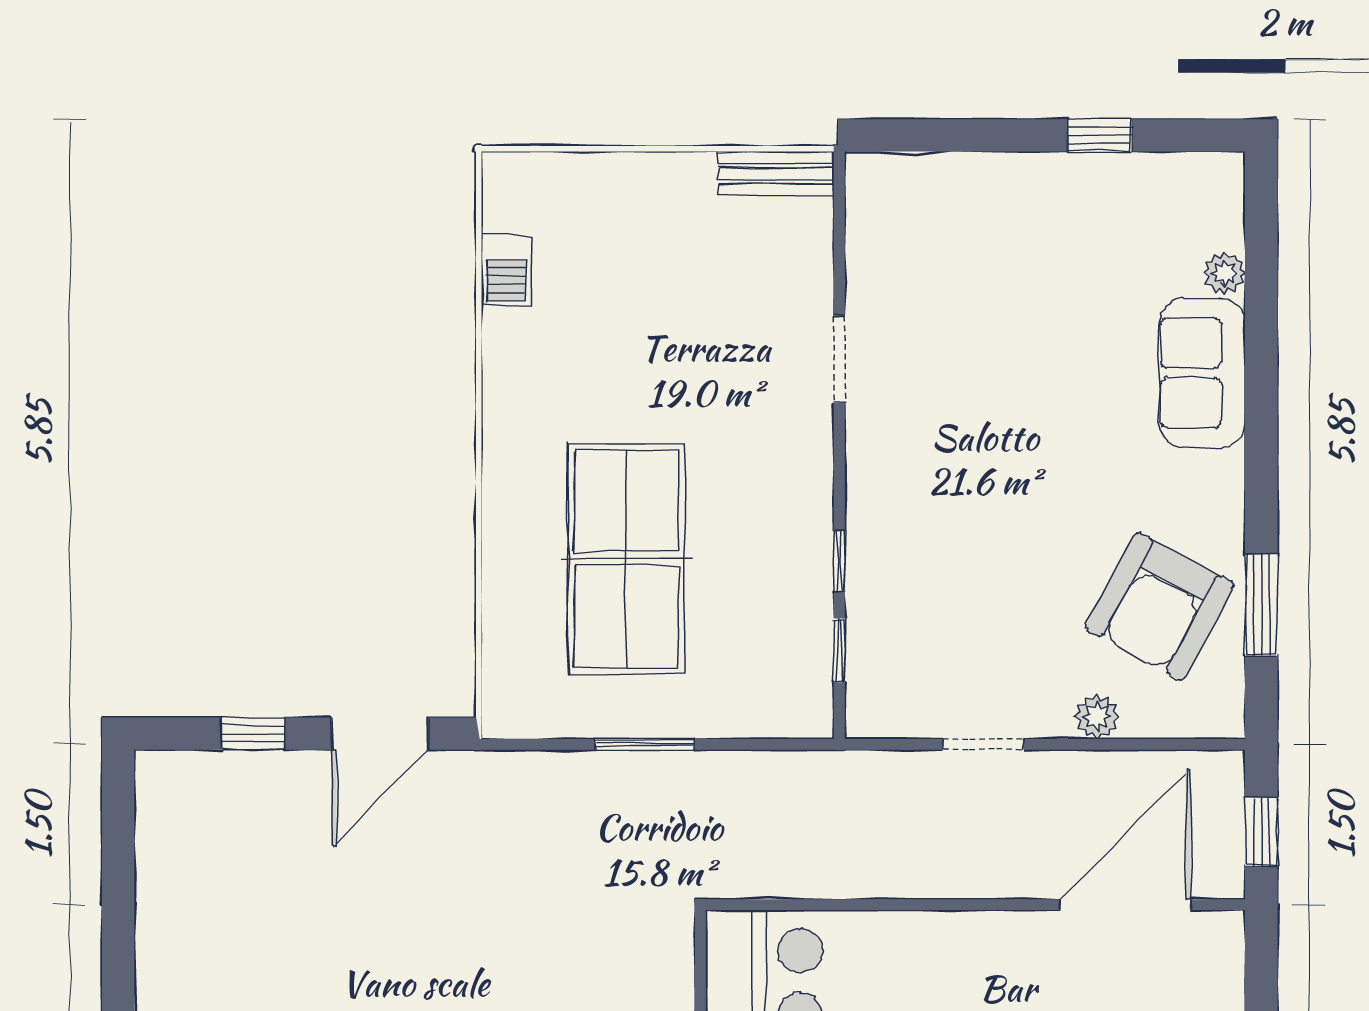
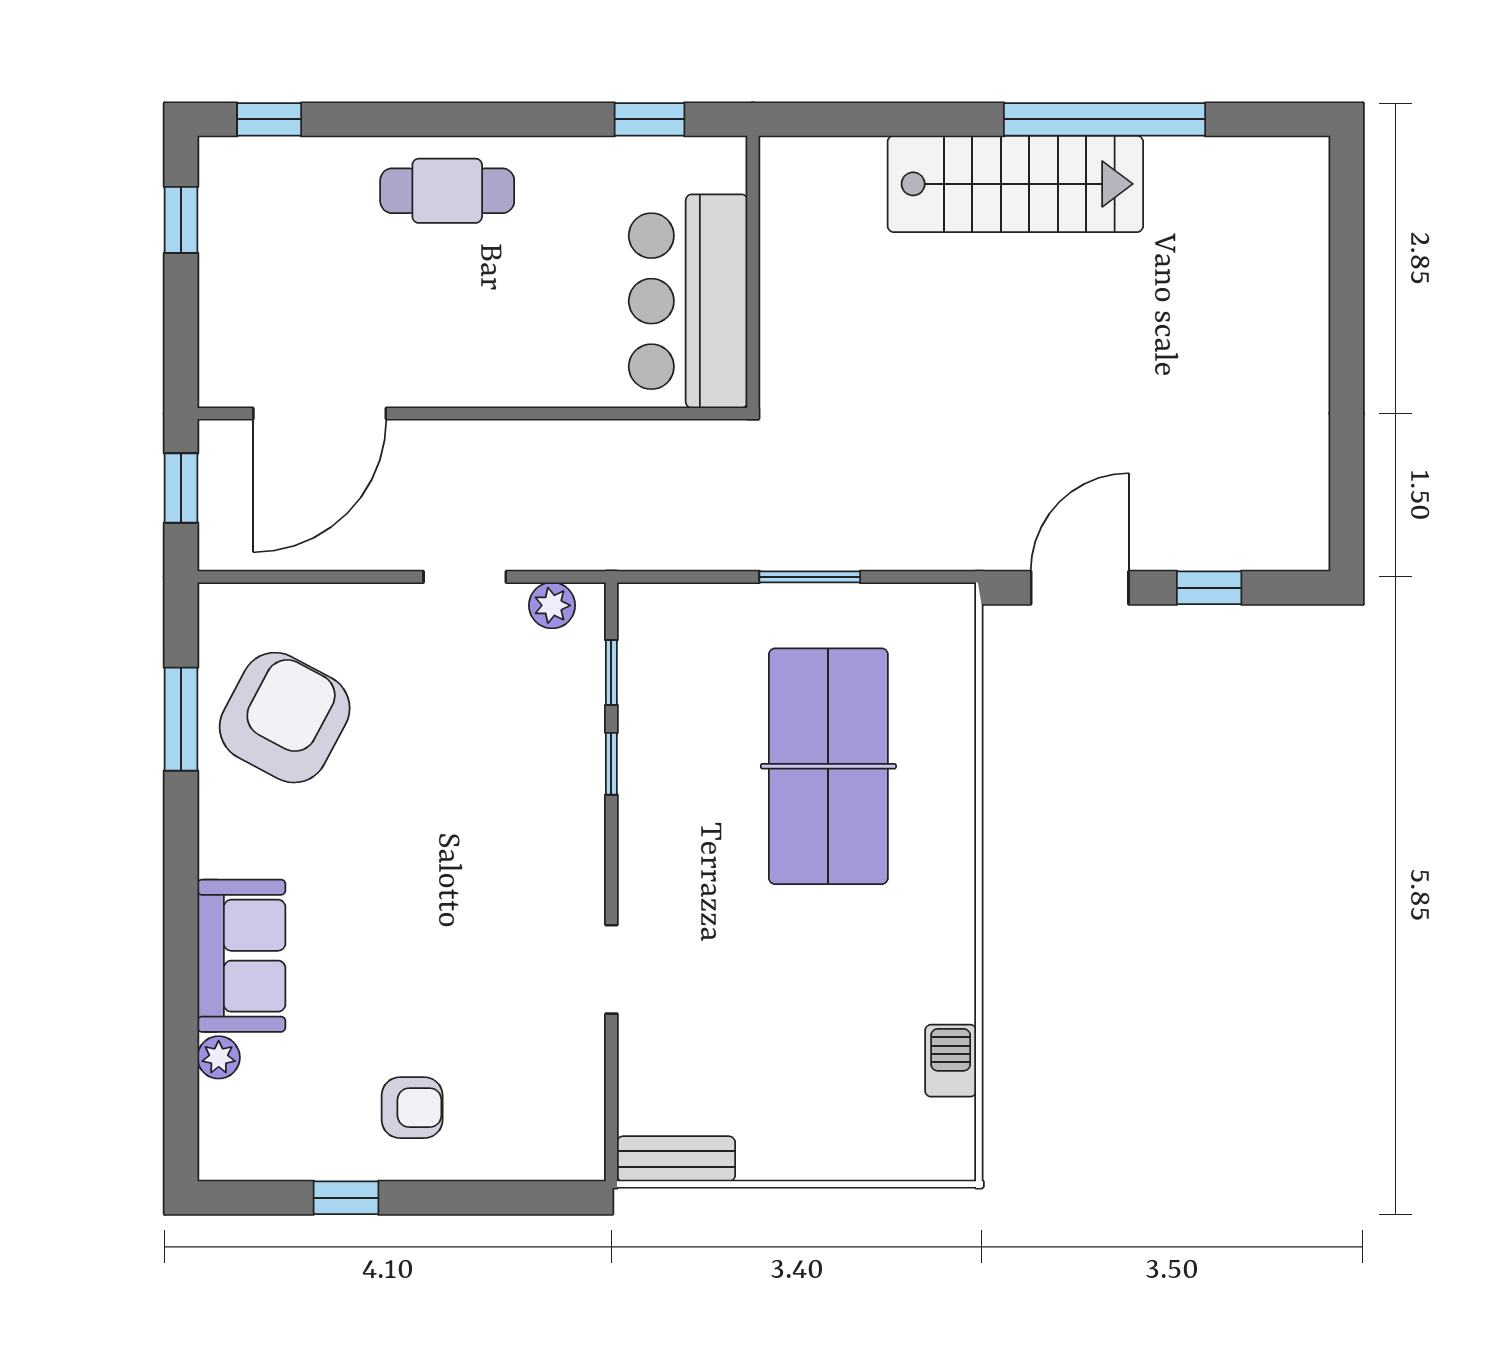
armchair: (1035, 224) -> (412, 1108), added
plant: (1097, 716) -> (552, 605), moved

